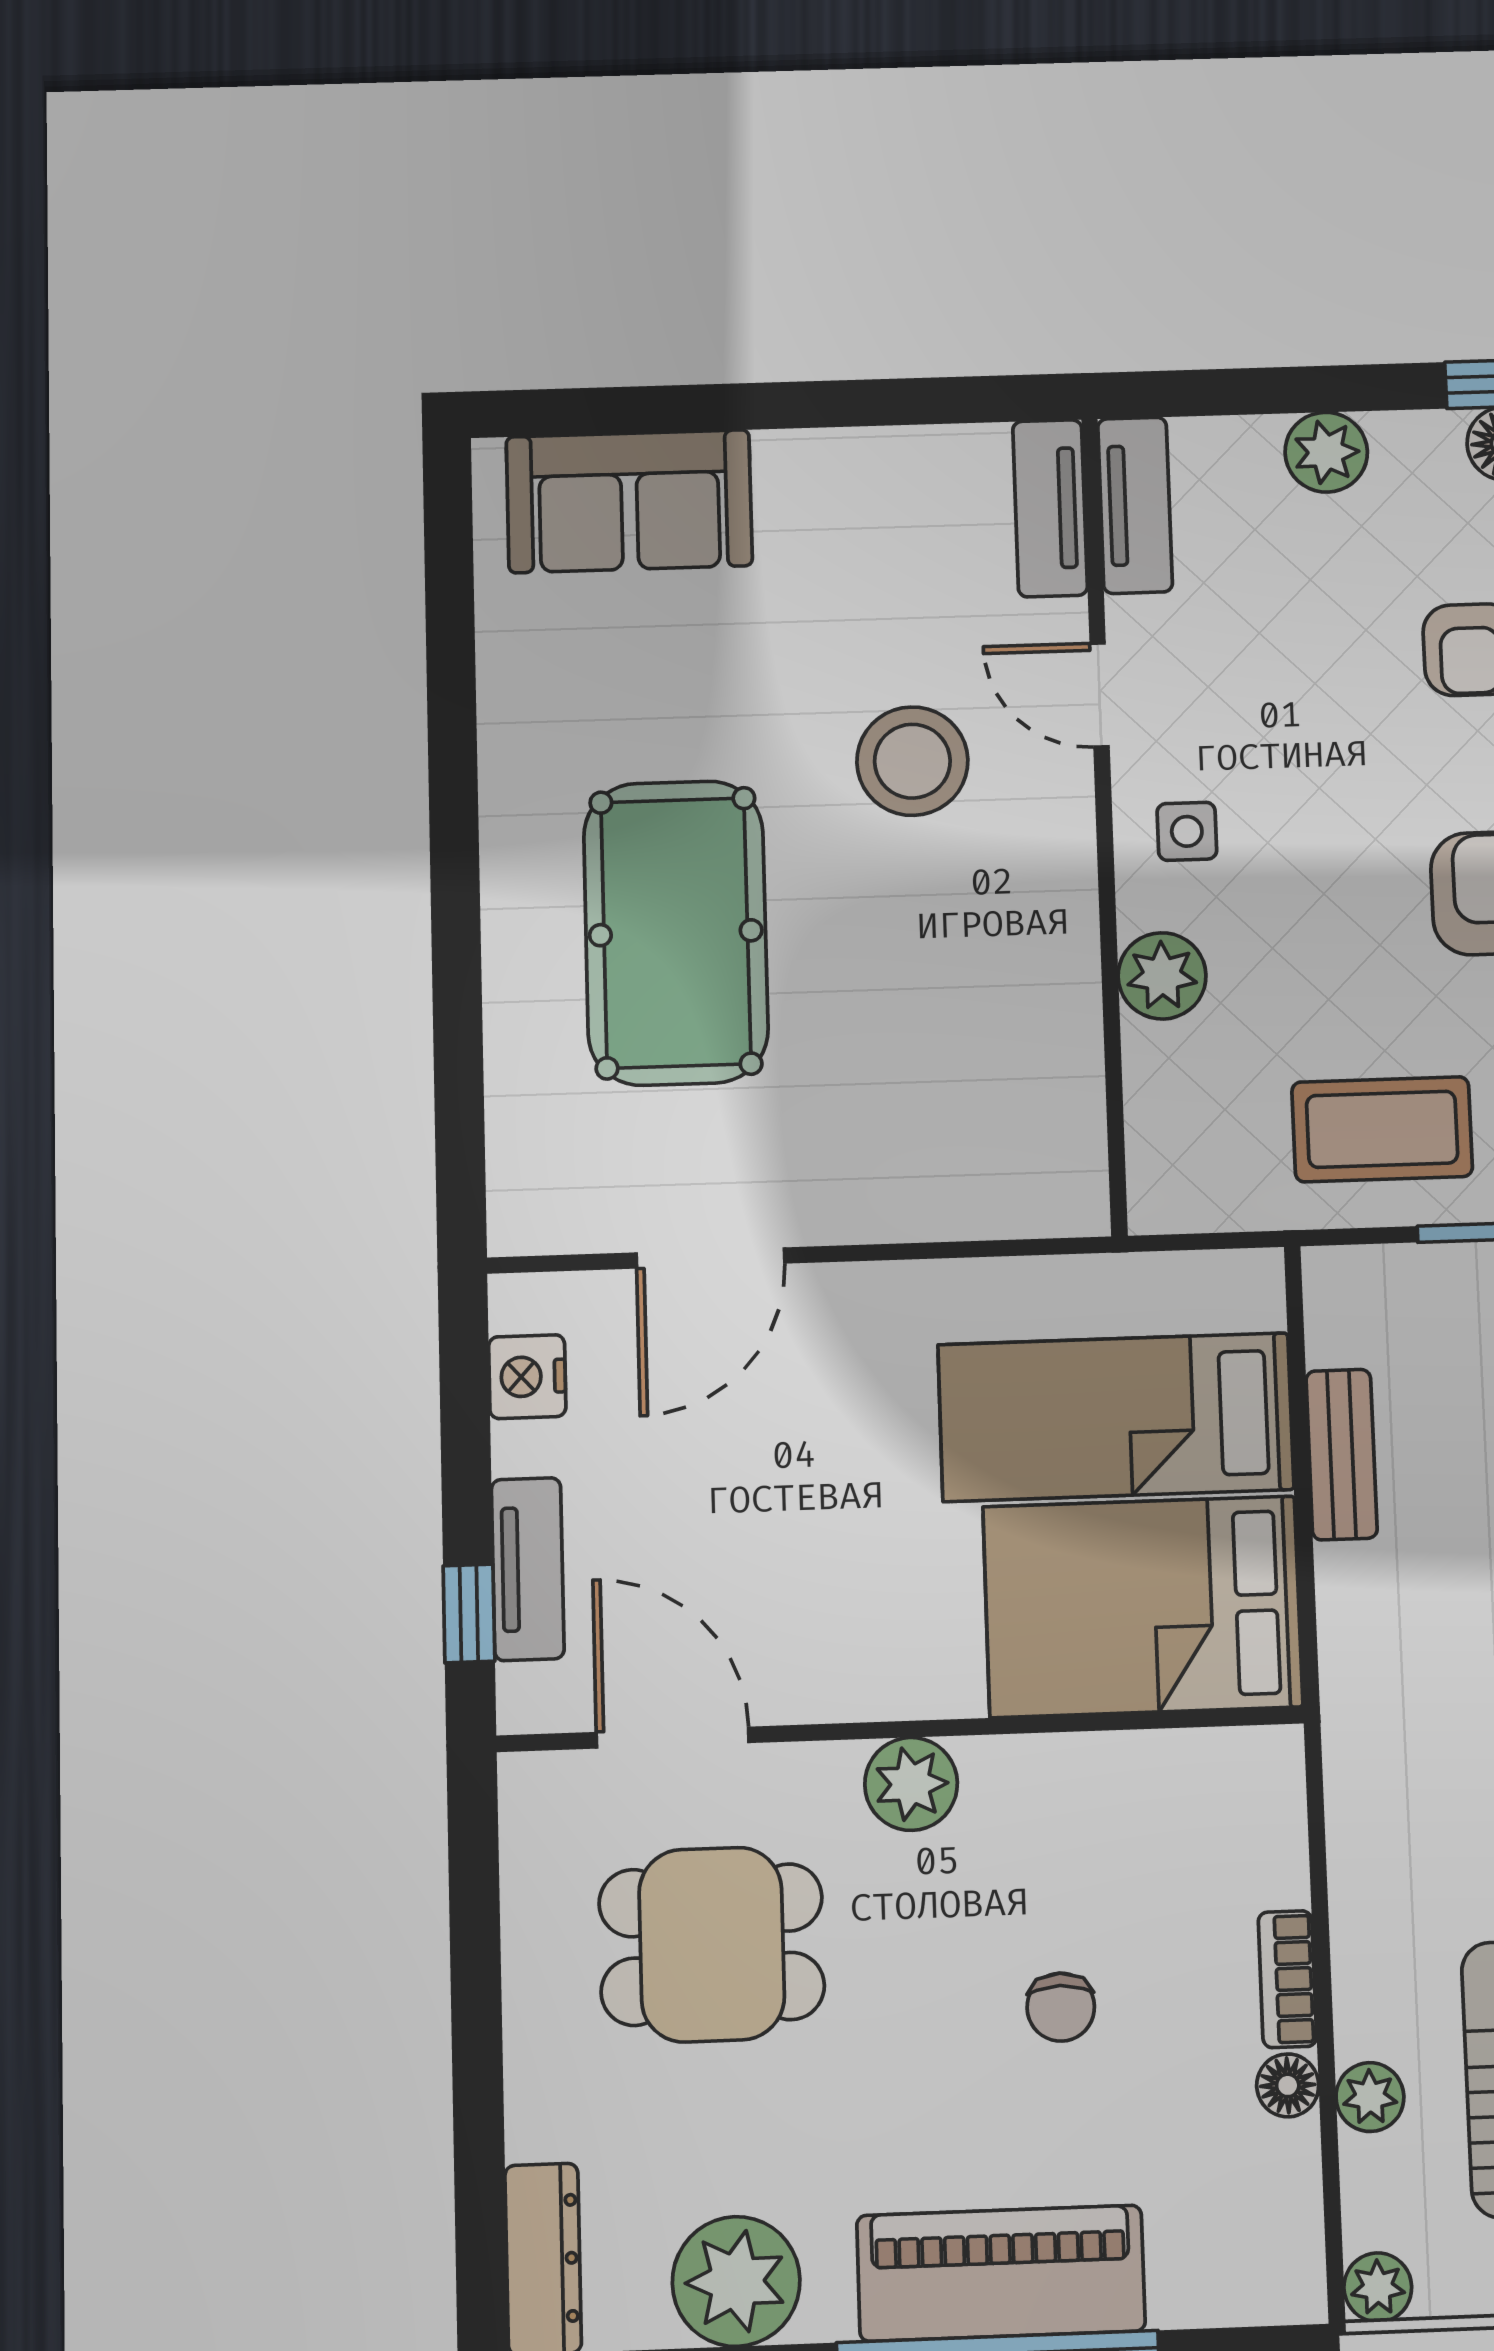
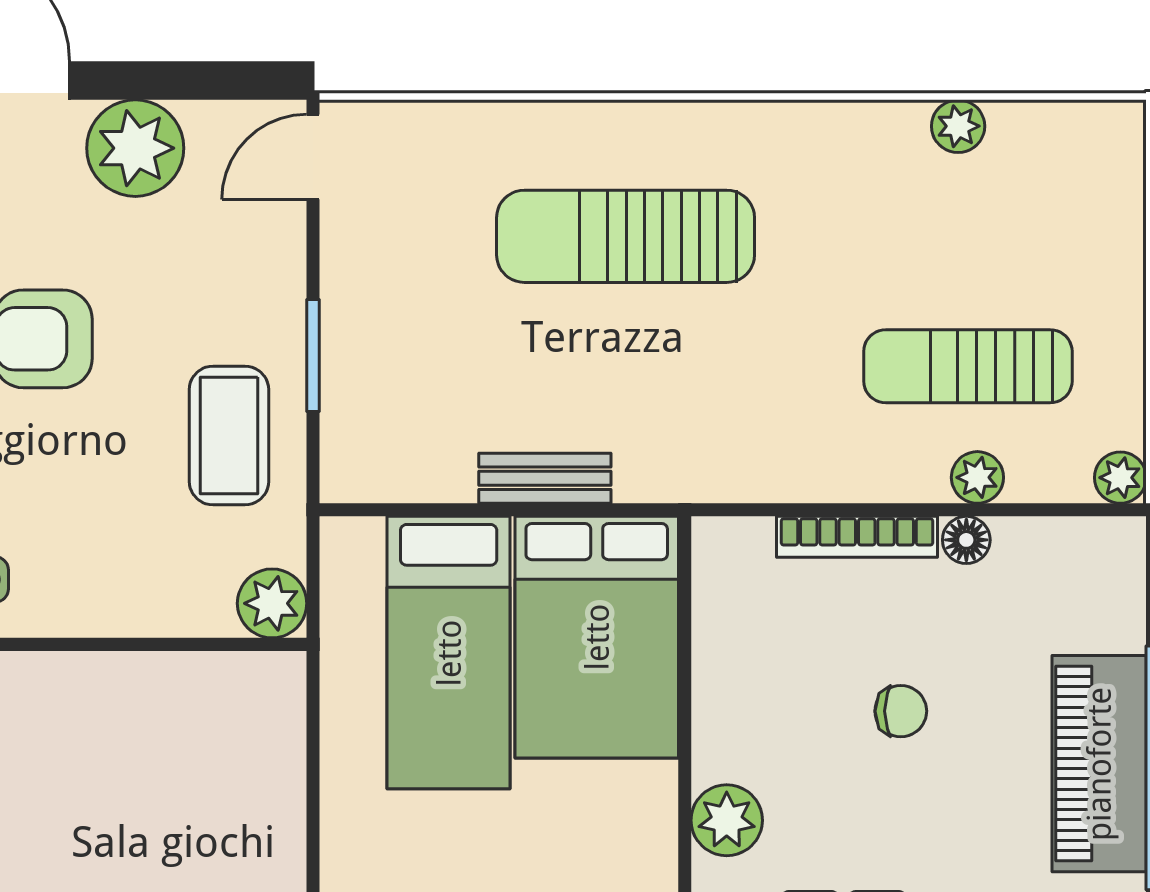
plant: (1162, 976) -> (272, 603), moved
bench: (1342, 1455) -> (545, 478), moved
bookcase: (1287, 1979) -> (857, 537), width x1.56

